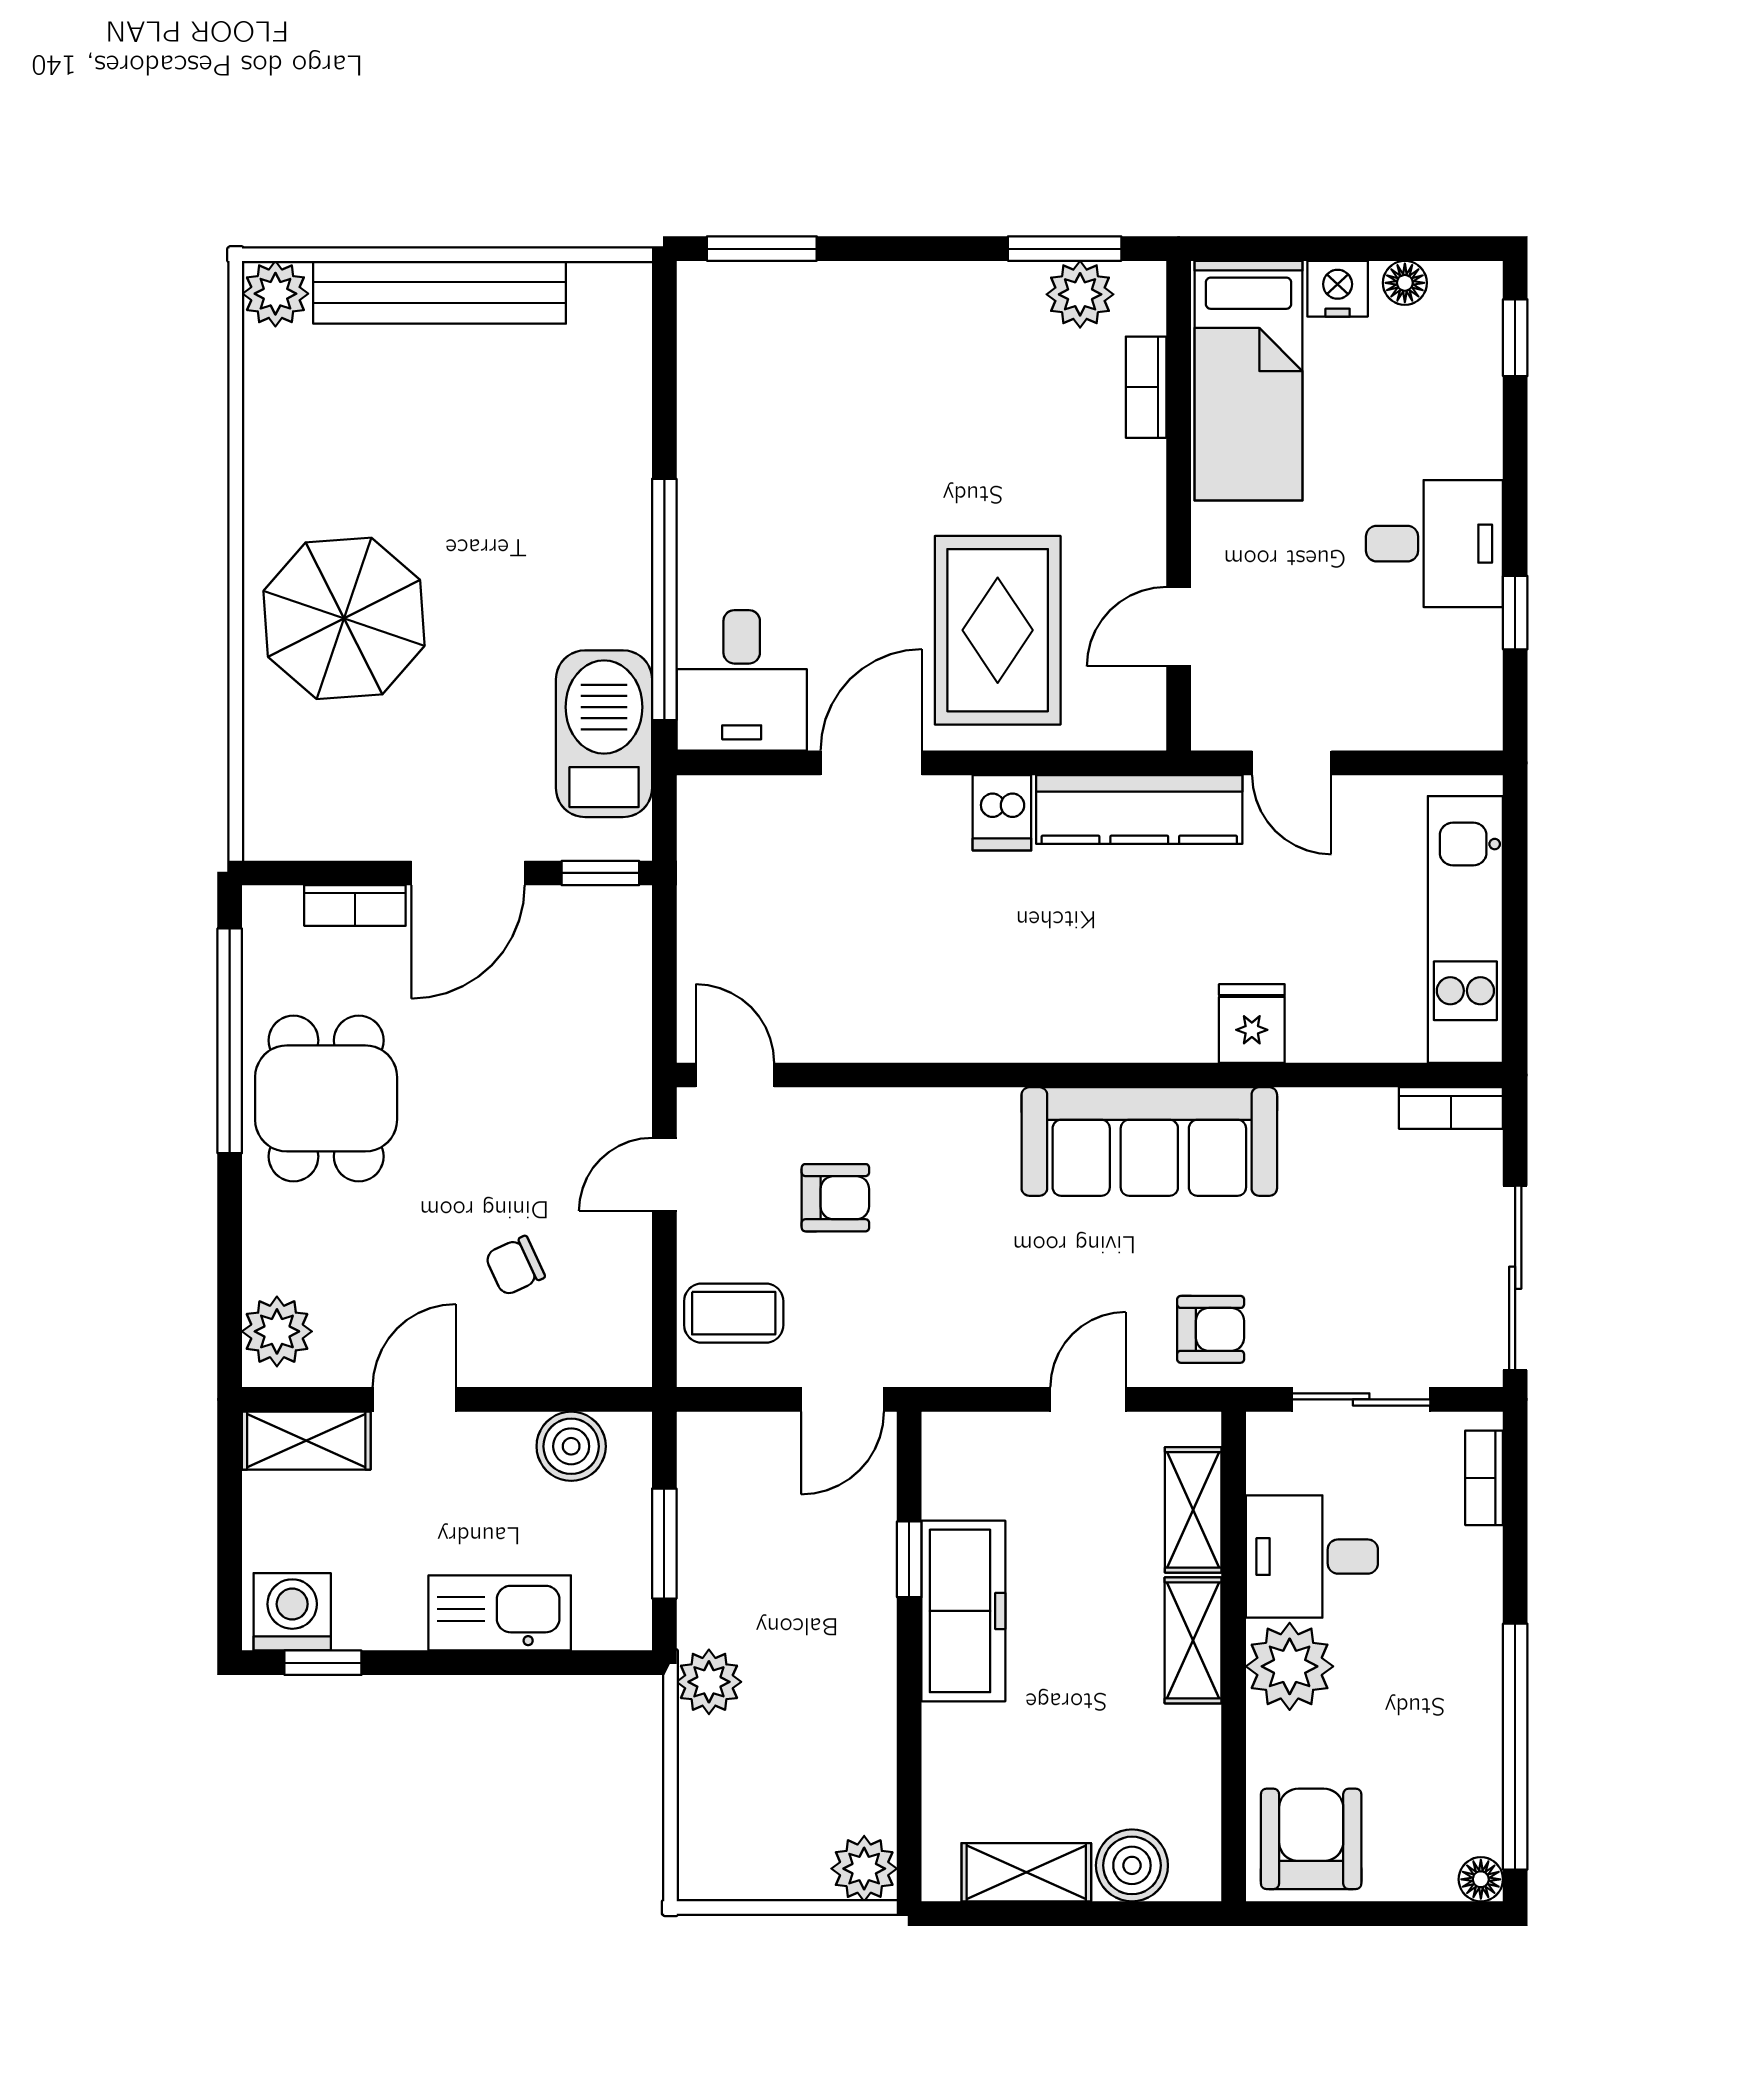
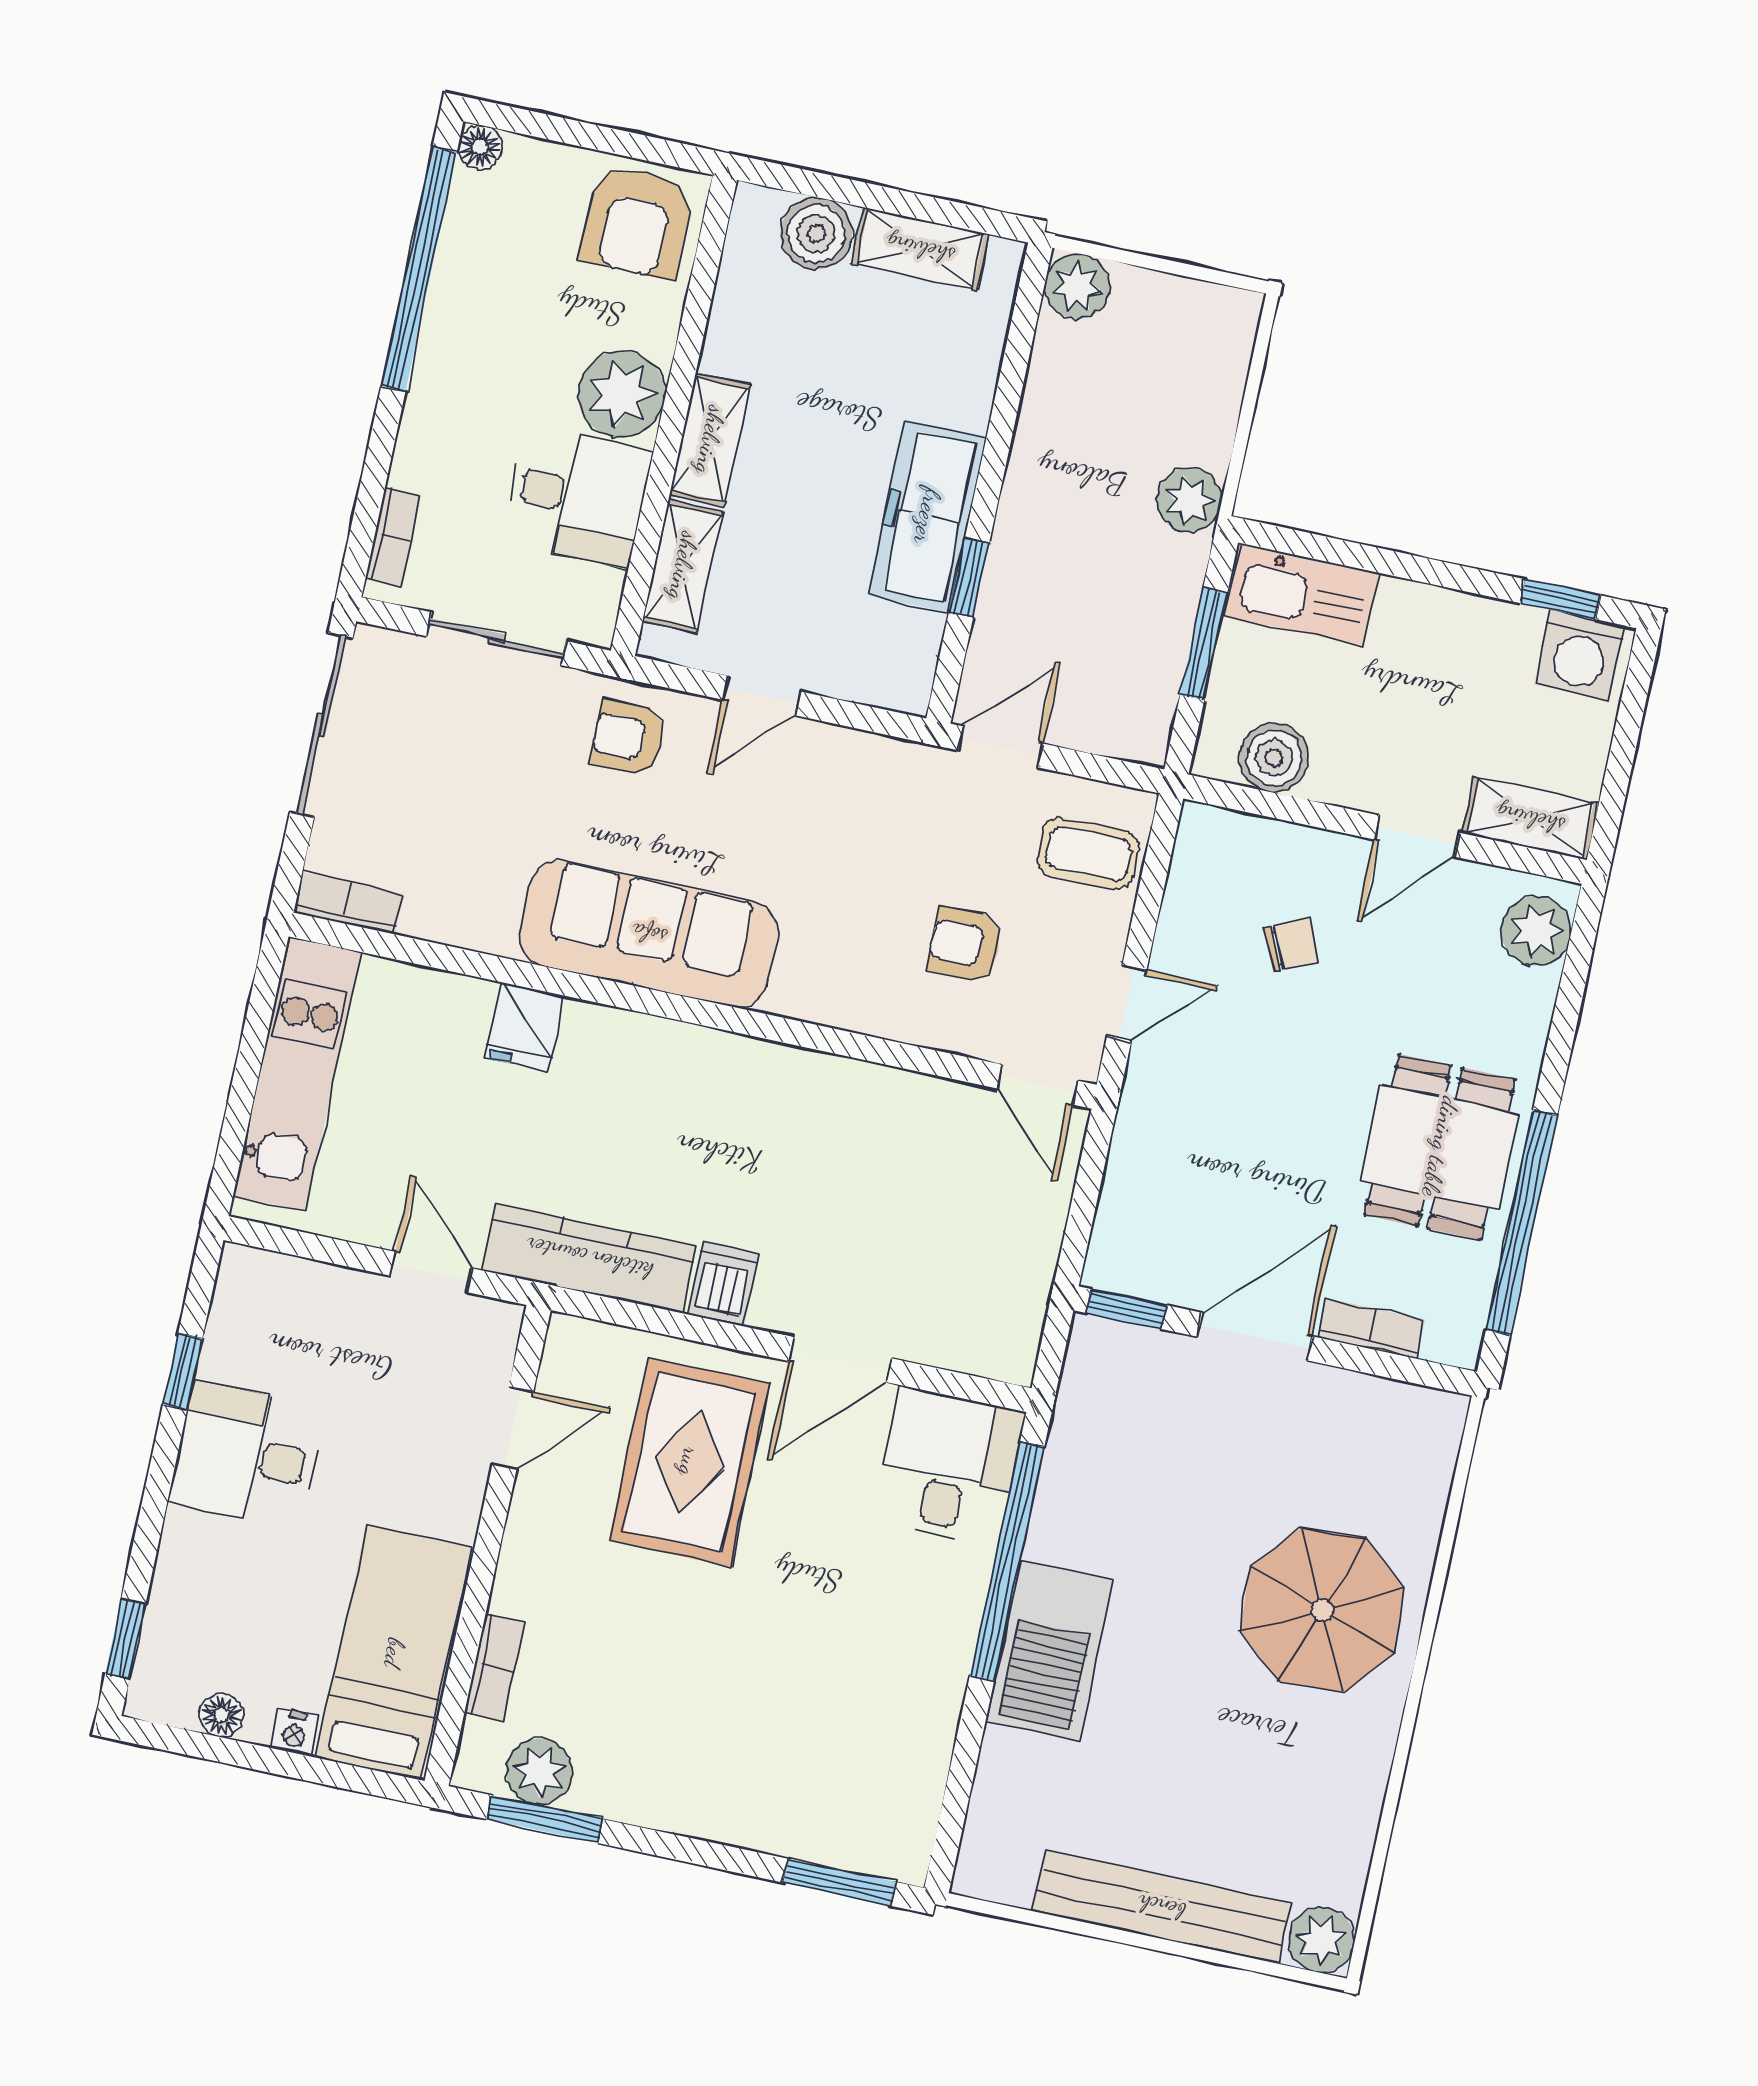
nightstand: (1338, 289) -> (295, 1732), width x0.72, depth x0.74
barbecue: (604, 734) -> (1049, 1650), moved
kitchen sink: (500, 1613) -> (1302, 594), moved

